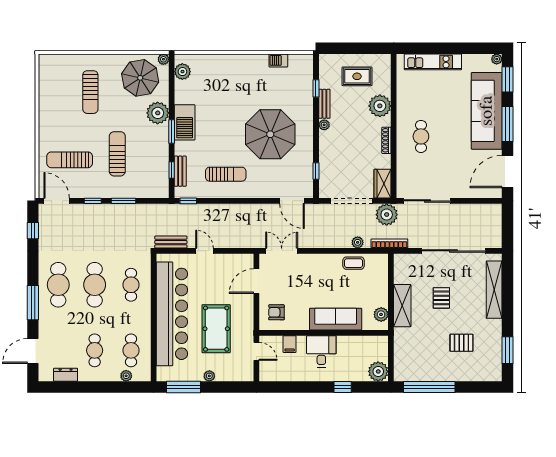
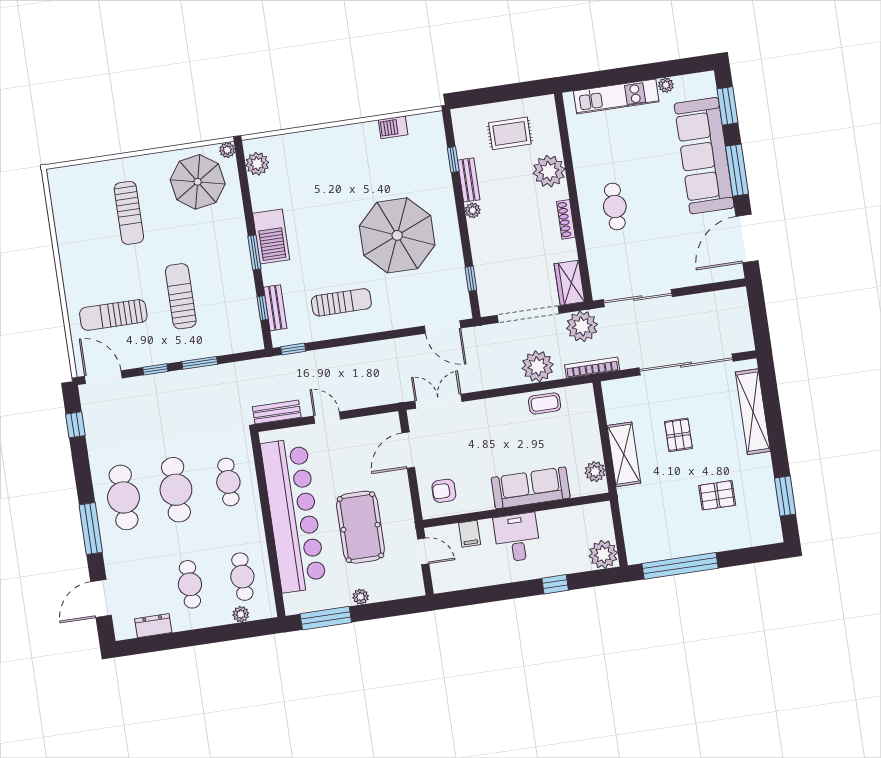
plant: (497, 59) -> (666, 85), moved
plant: (158, 113) -> (230, 229), removed
plant: (358, 242) -> (538, 366), width x1.88, depth x1.88

